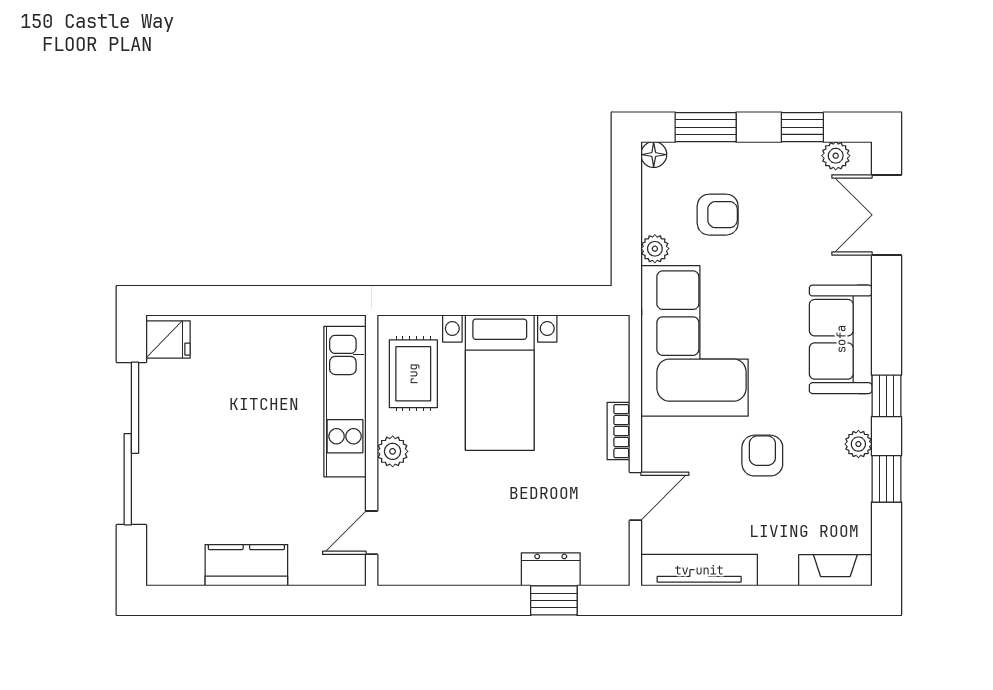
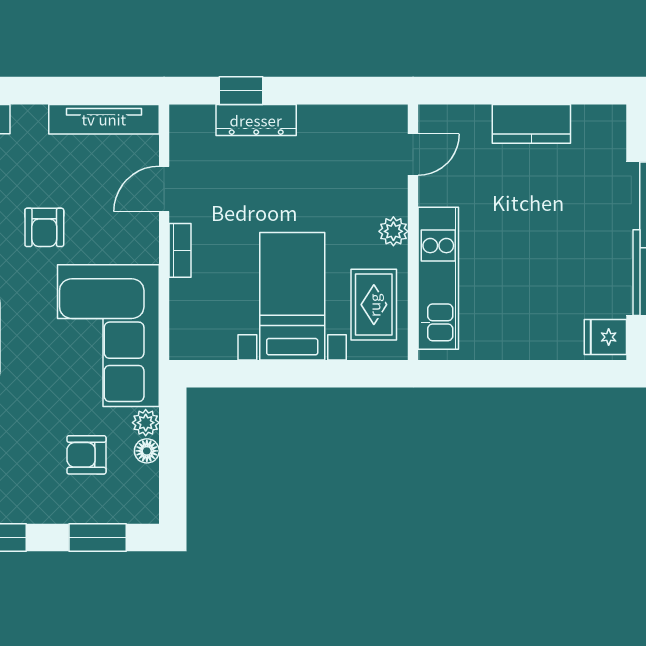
floor lamp: (654, 155) -> (147, 451), moved
dresser: (551, 569) -> (256, 120), width x1.44

